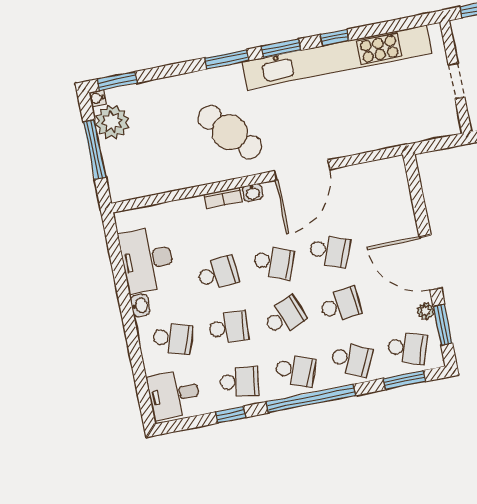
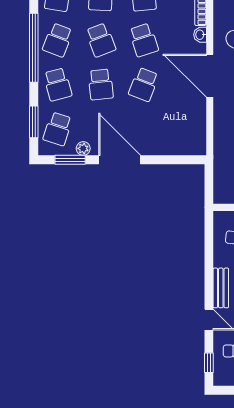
school desk: (274, 262) -> (144, 40), turned -39
door: (430, 262) -> (120, 160), hinge flipped
school desk: (351, 359) -> (58, 84), turned -39

